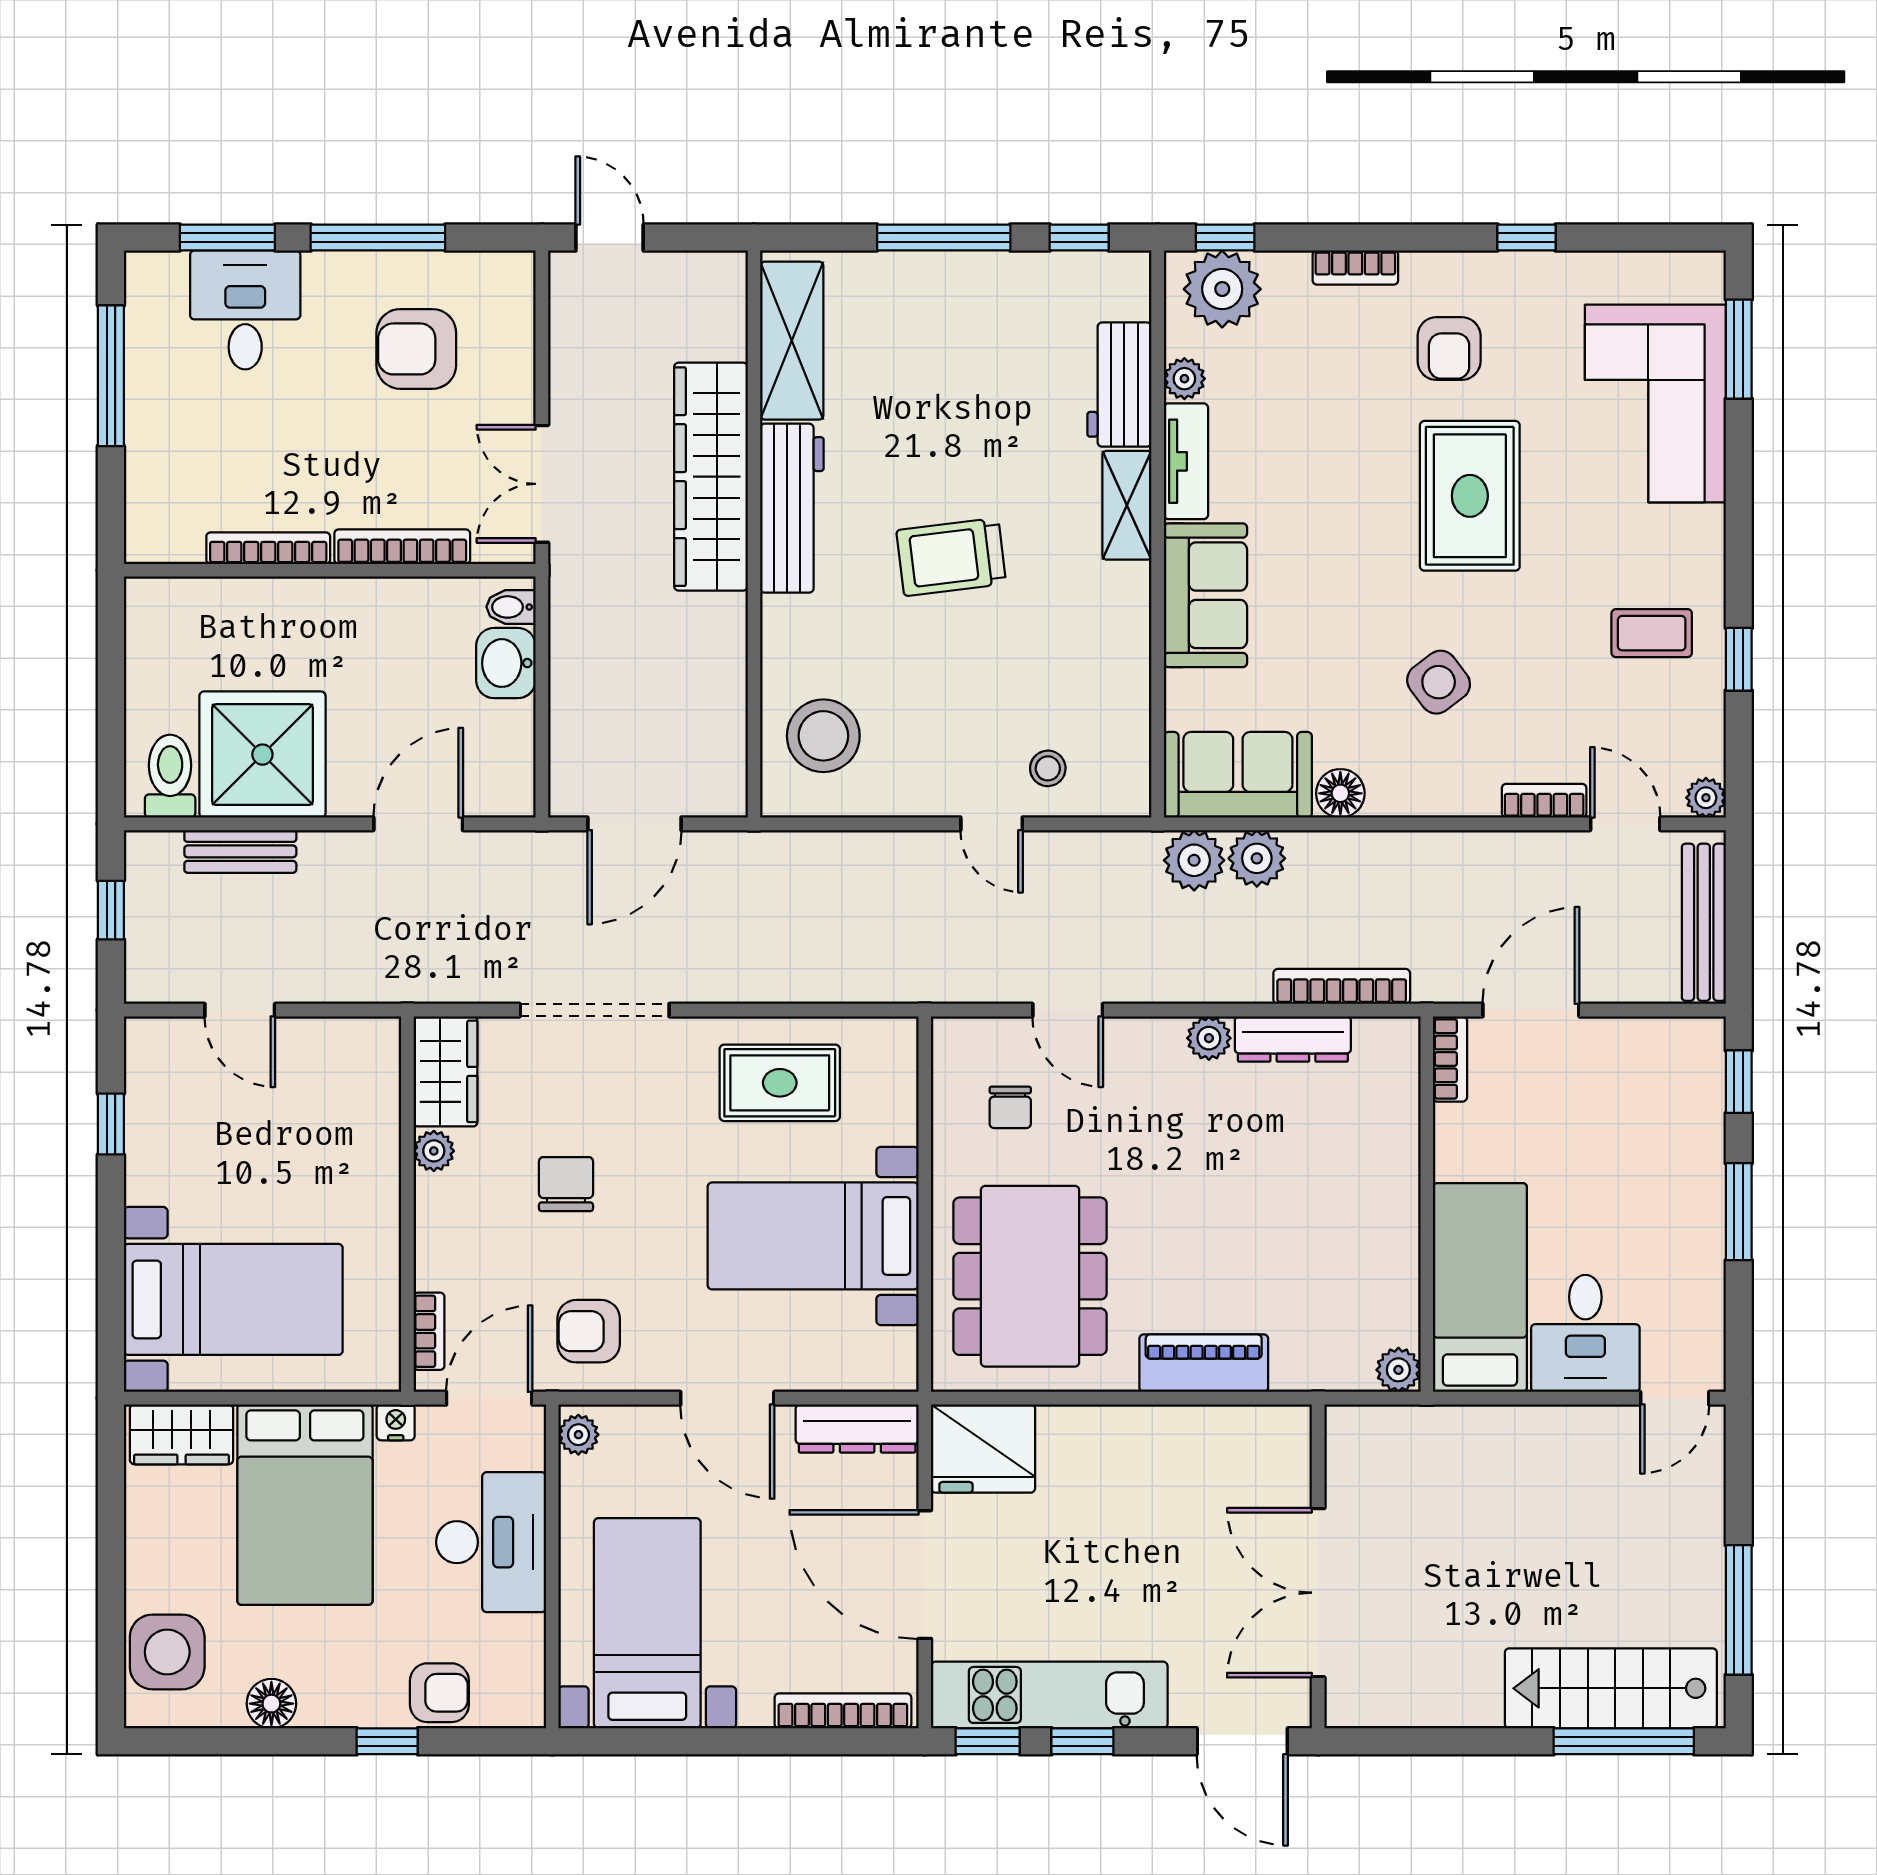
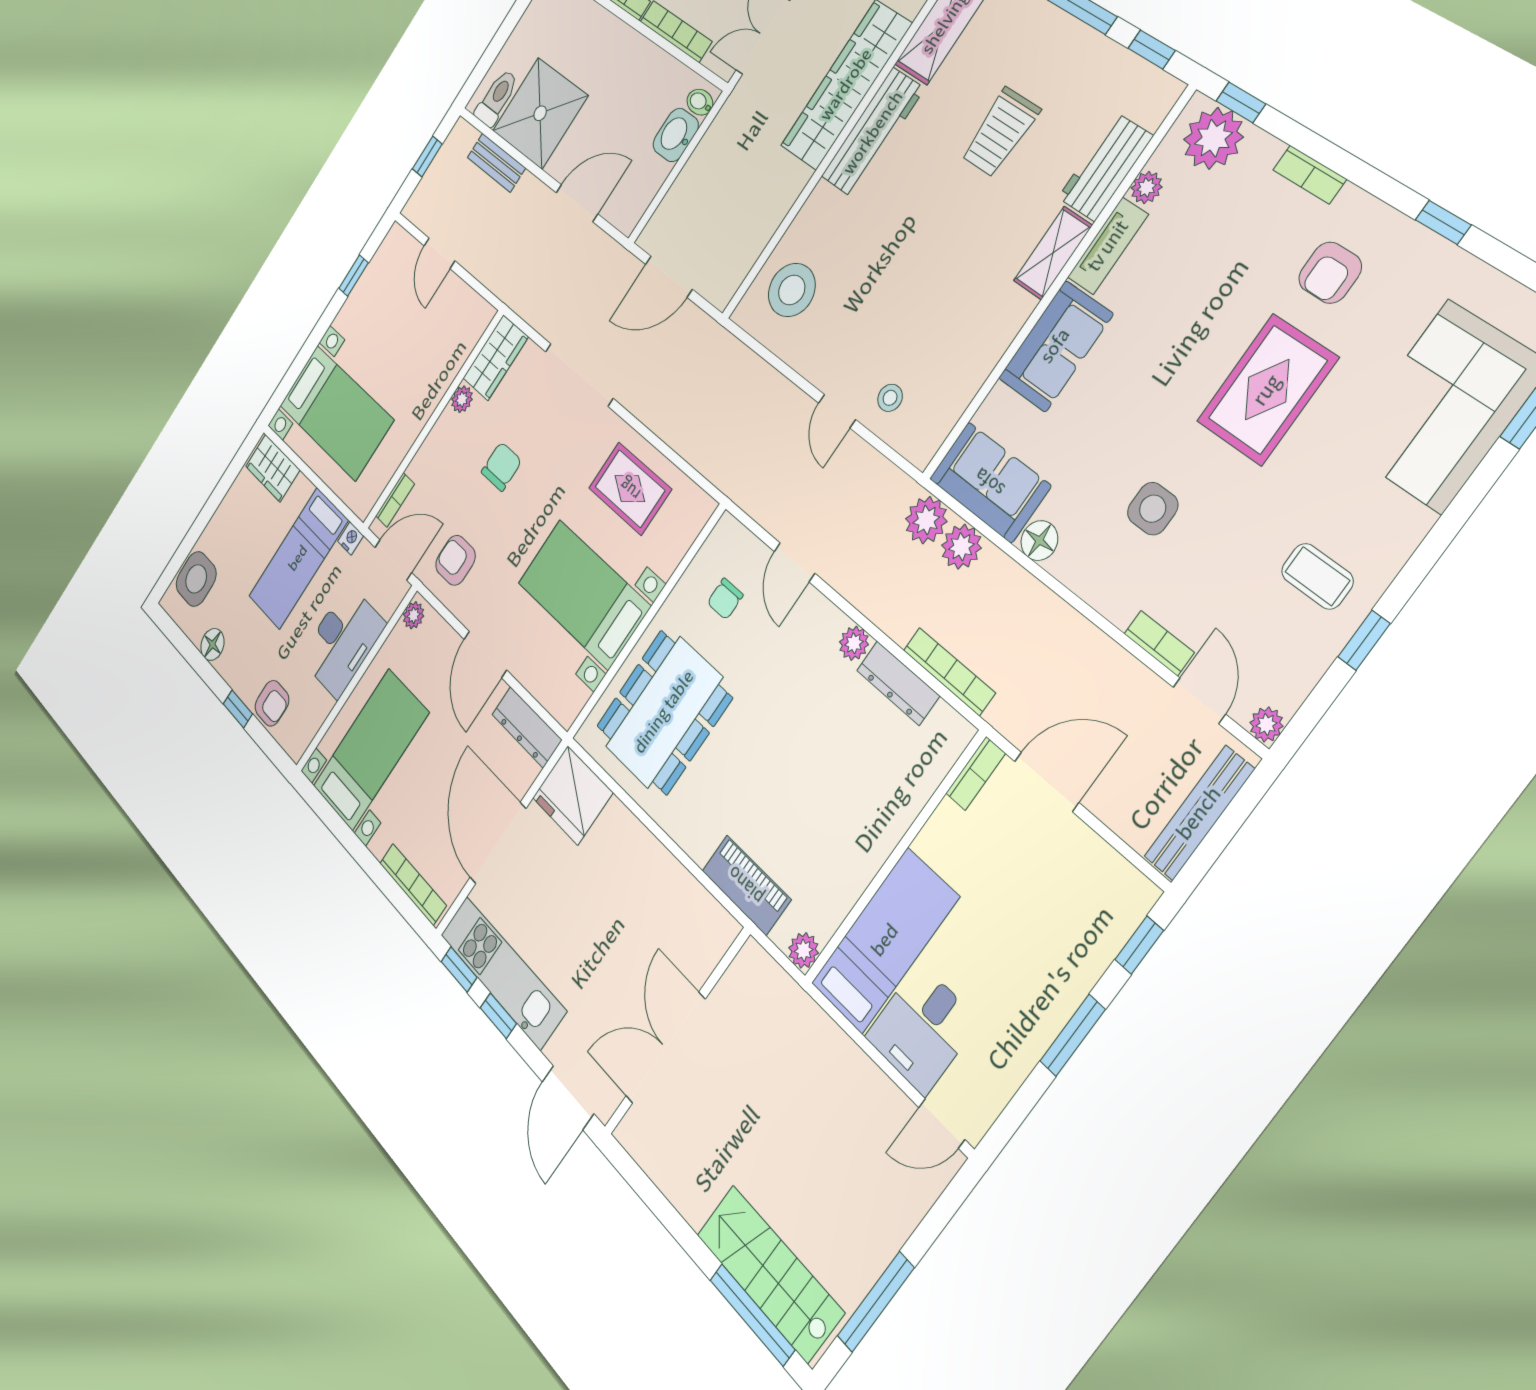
trolley: (951, 557) -> (1000, 132), moved, turned -83
side table: (1439, 682) -> (1153, 509), turned 37
piano: (1204, 1363) -> (746, 885), moved
bed: (305, 1505) -> (298, 558), width x0.67

